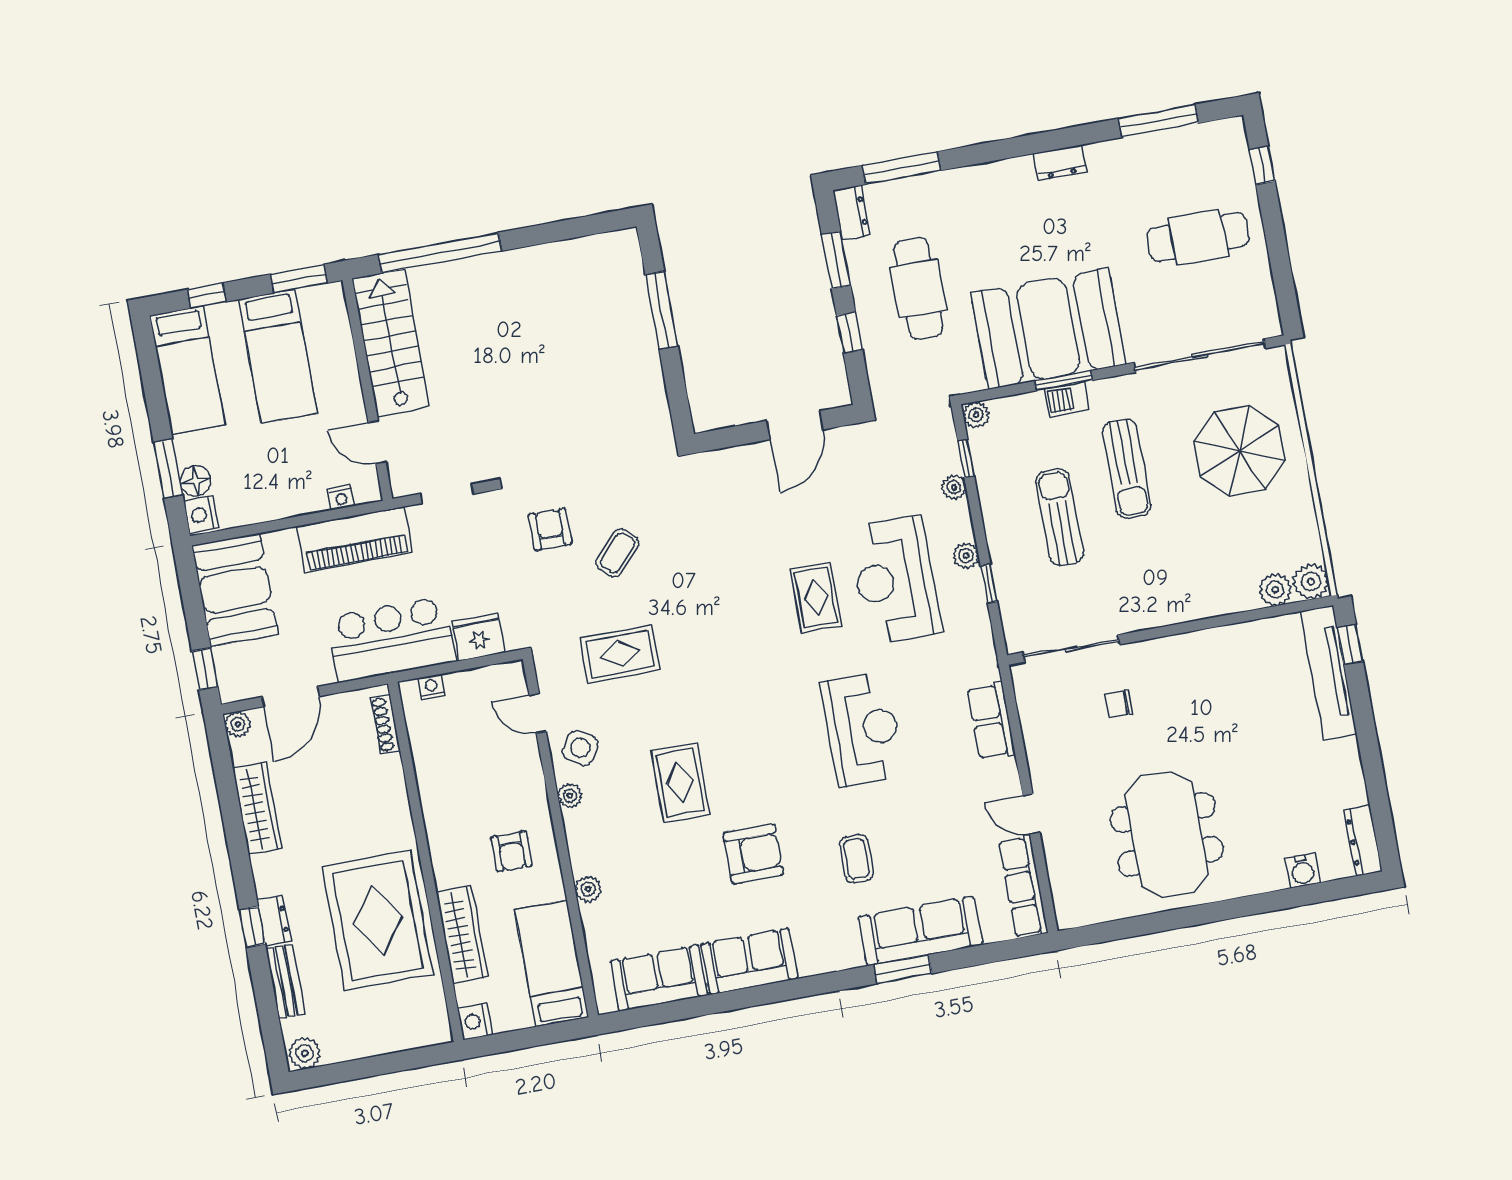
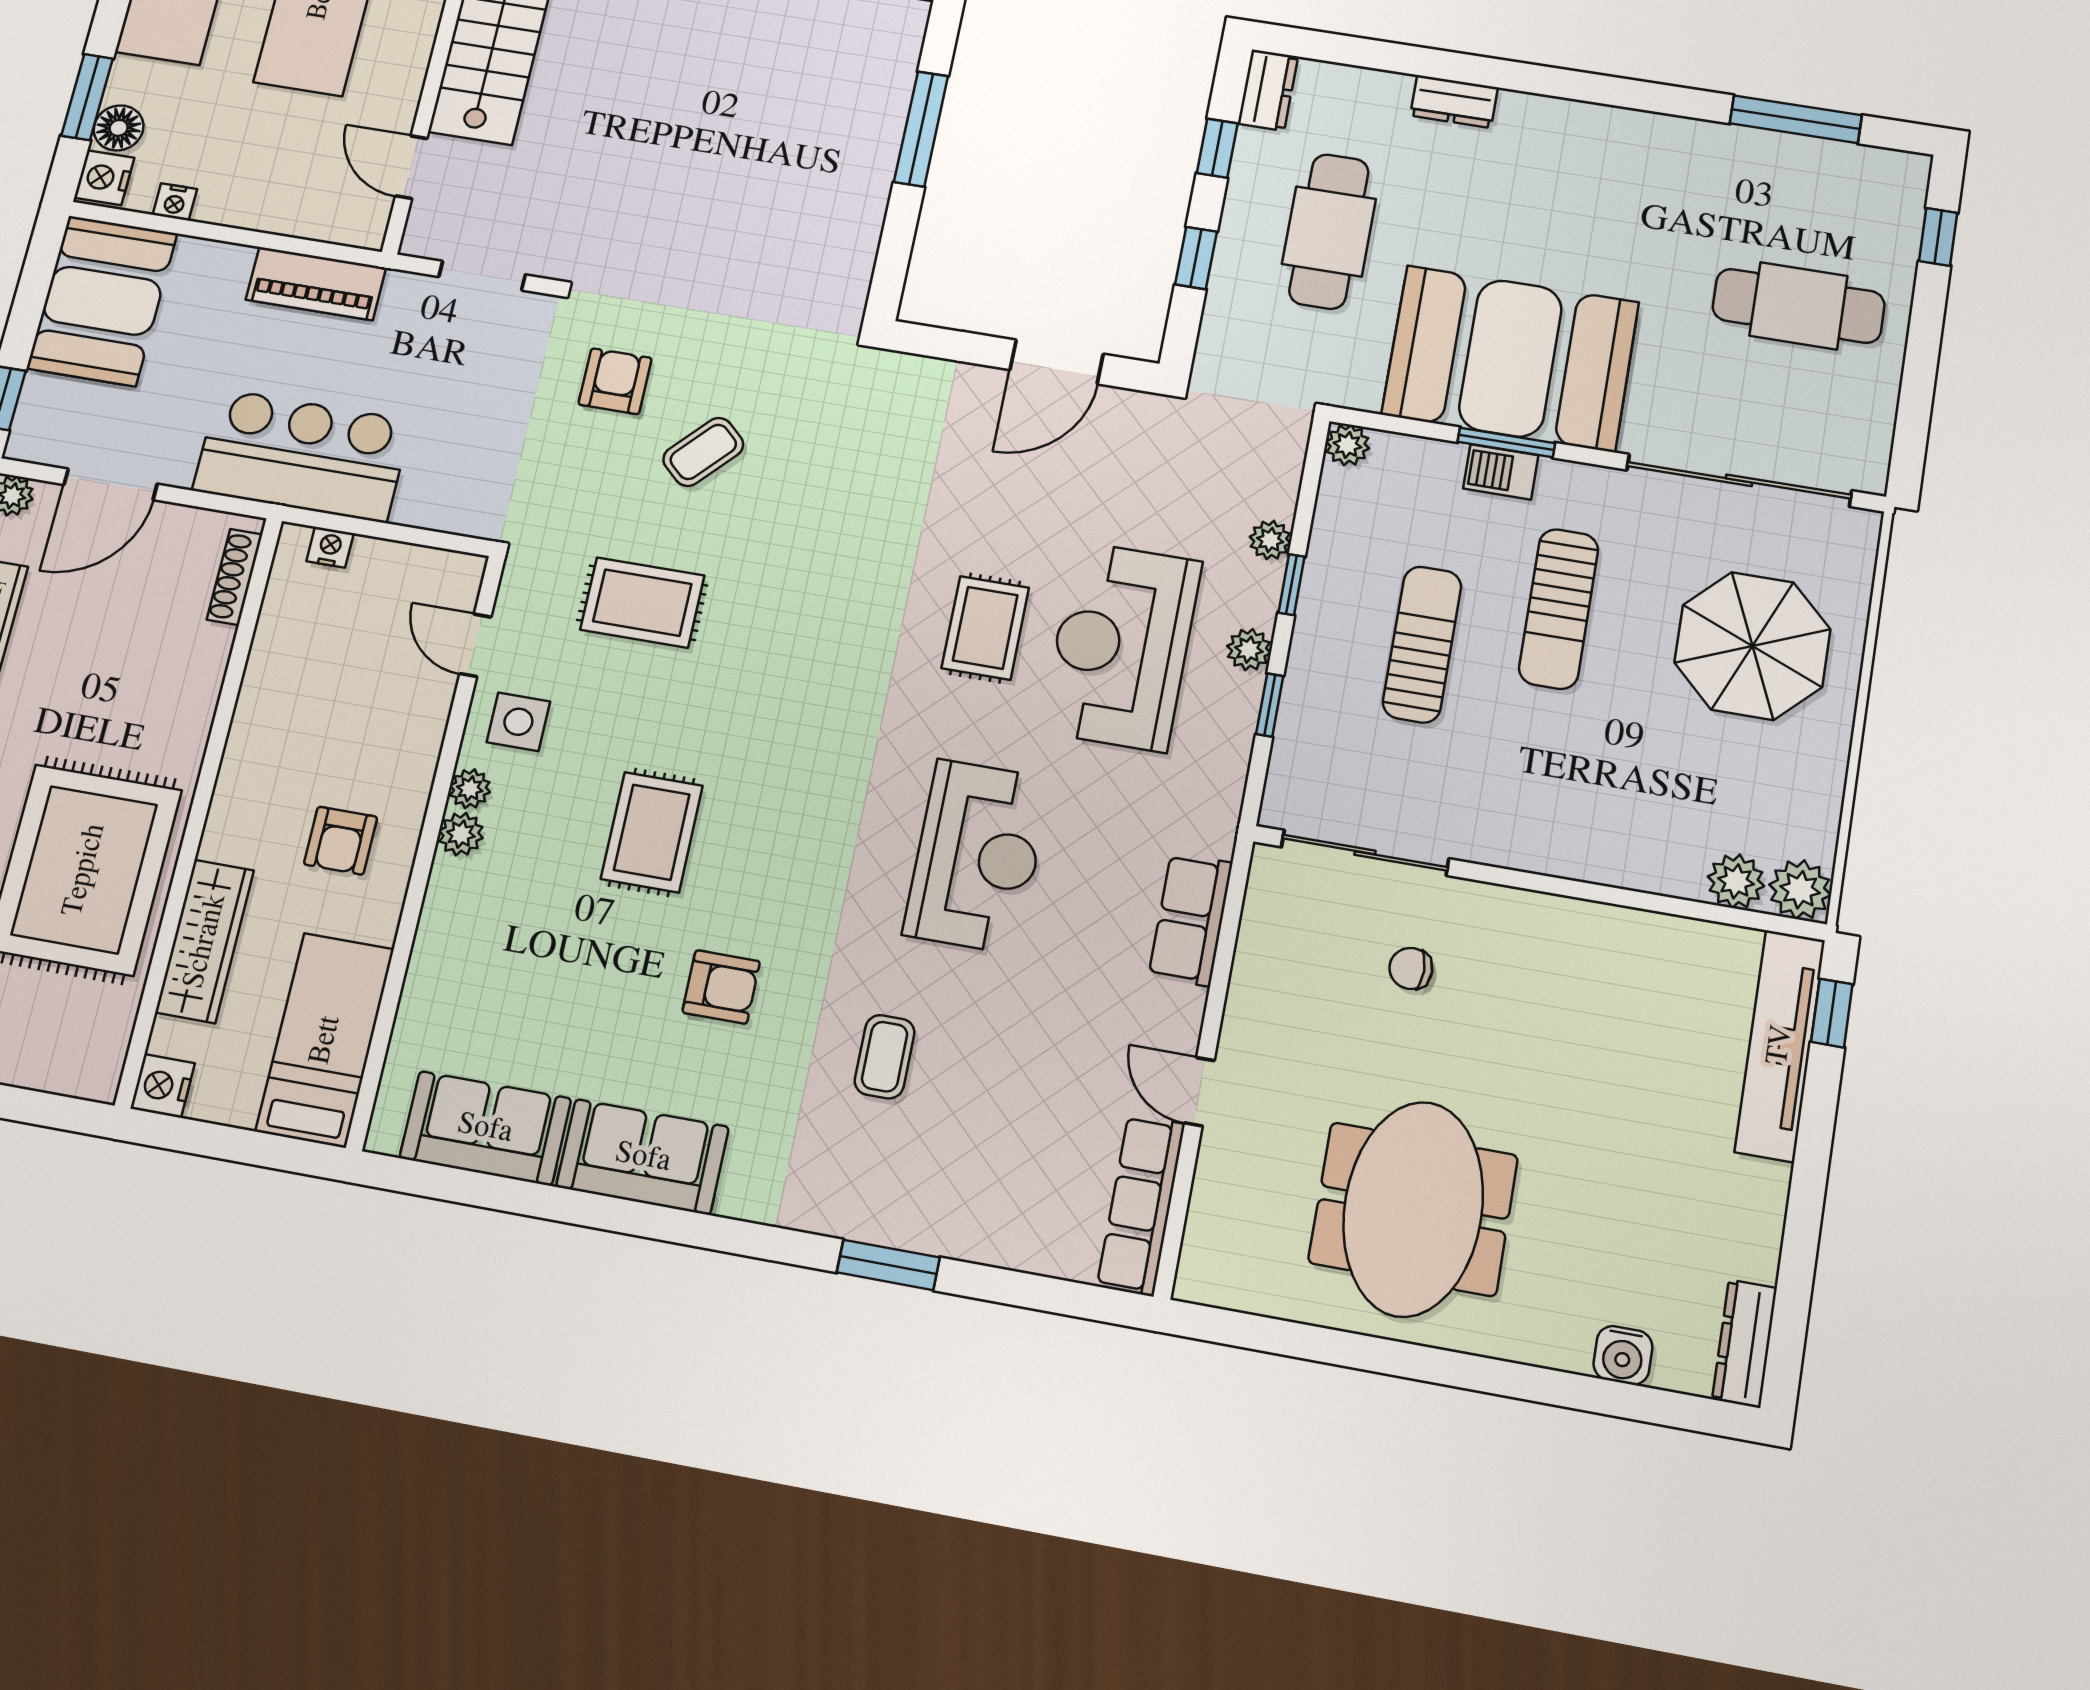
dresser: (1060, 163) -> (1454, 102), moved
window: (902, 168) -> (1370, 54), removed
window: (836, 260) -> (1217, 148), width x0.67
window: (966, 459) -> (1291, 585), moved
nightstand: (341, 497) -> (175, 202), moved
piano: (355, 540) -> (316, 284), width x0.73, depth x0.75
fridge: (479, 637) -> (436, 500), removed
side table: (580, 748) -> (518, 722), turned -33
armchair: (753, 854) -> (721, 987), width x0.72, depth x0.72
plant: (588, 889) -> (461, 834), moved
sofa: (920, 931) -> (942, 1213), removed

